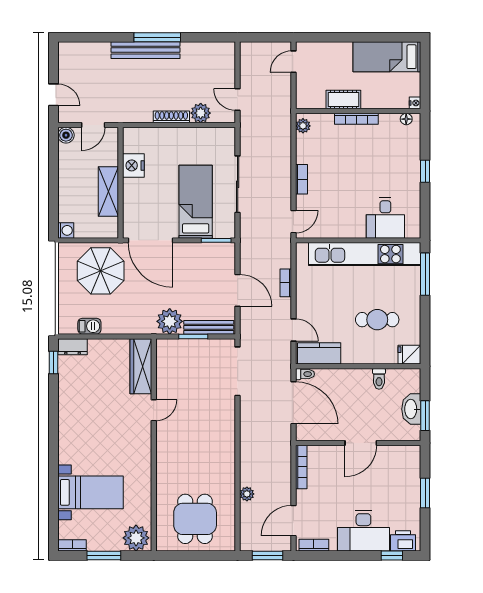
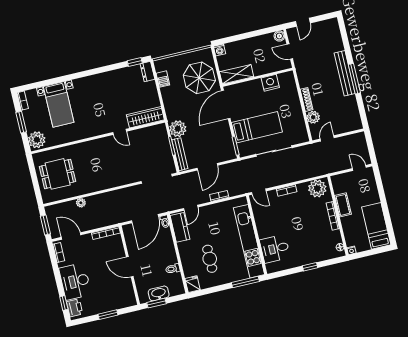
plant: (303, 126) -> (317, 188), width x1.87, depth x1.87
shelving: (108, 192) -> (237, 74), moved

